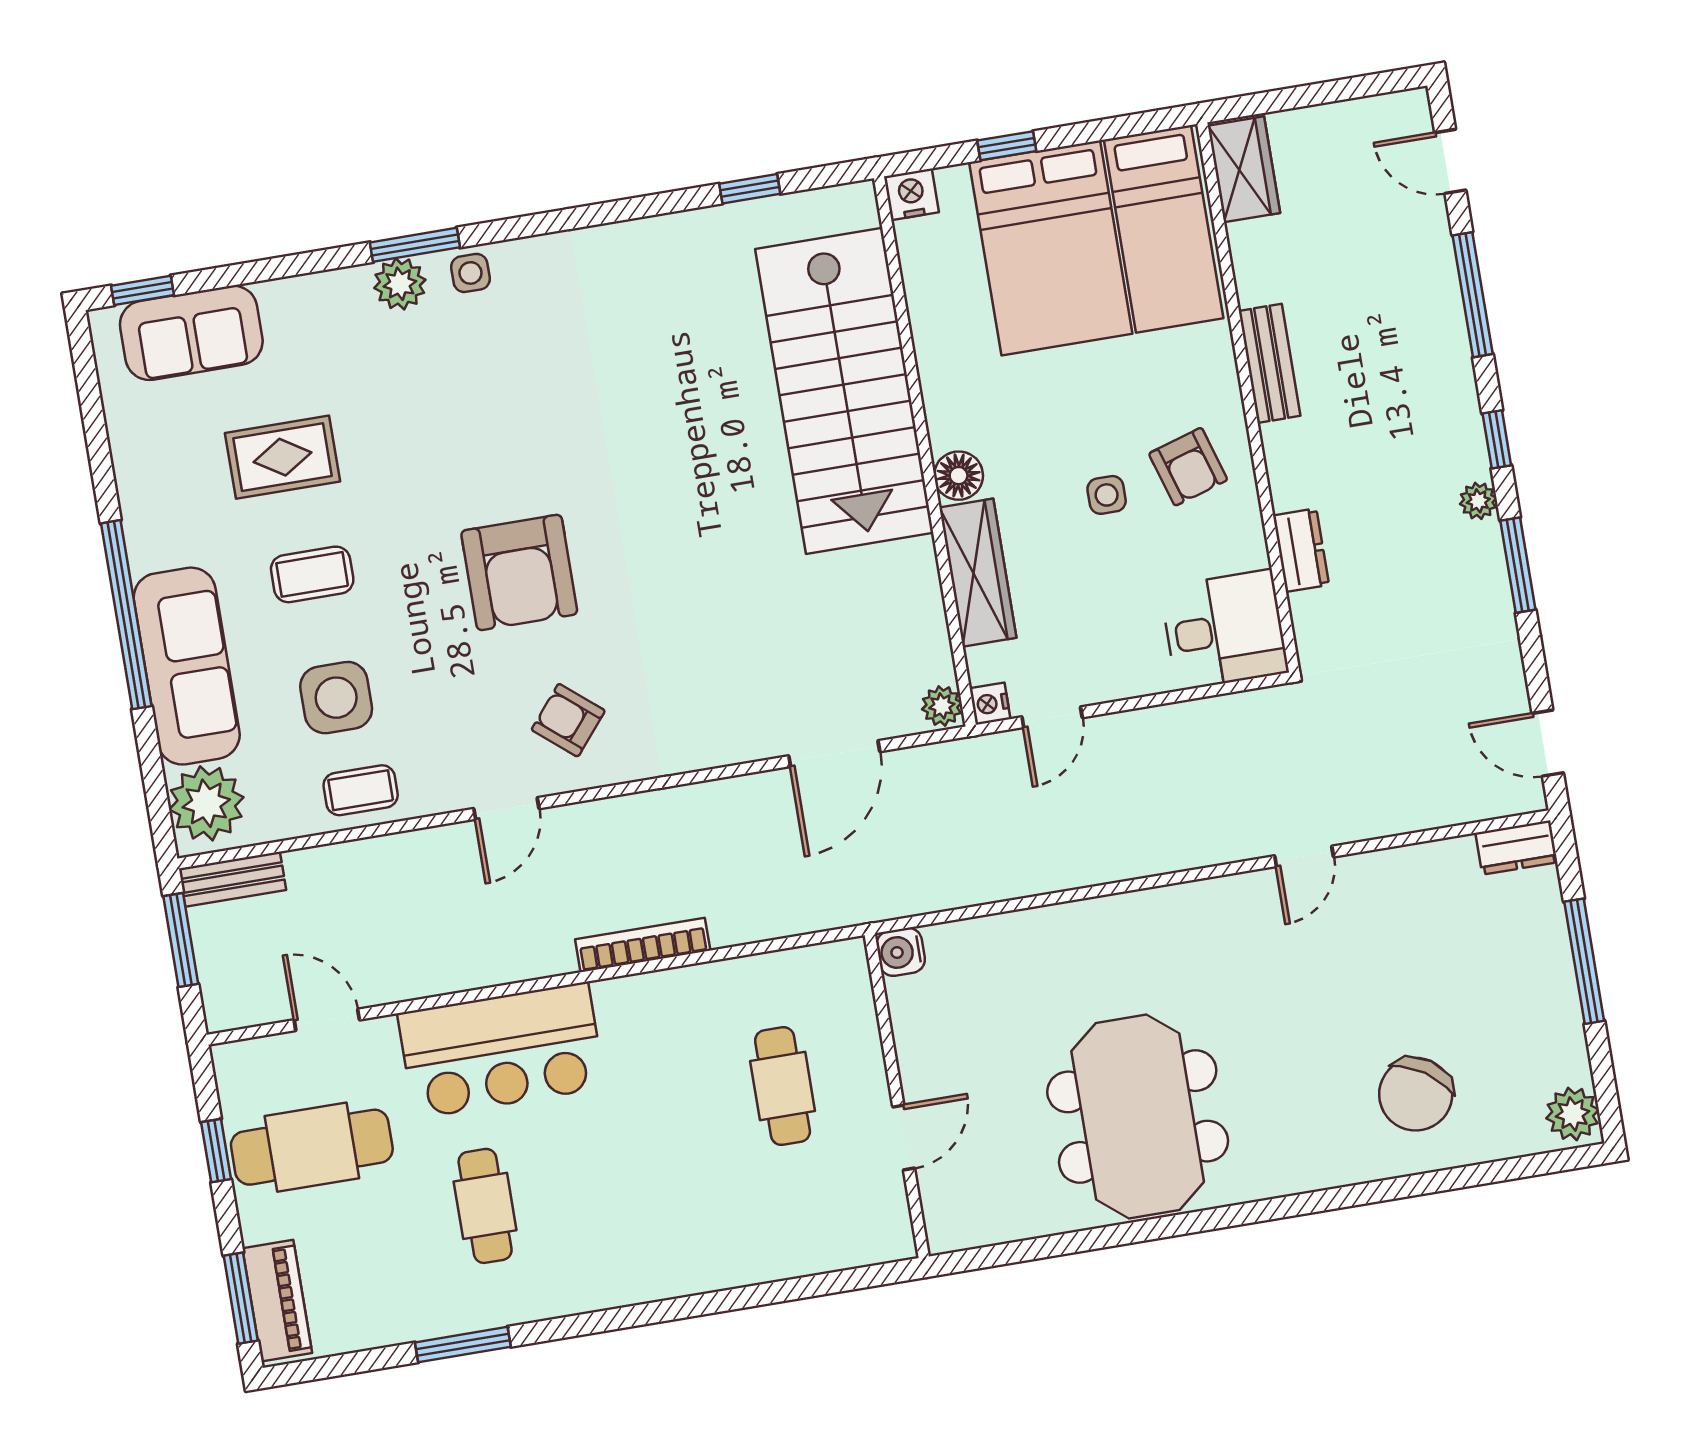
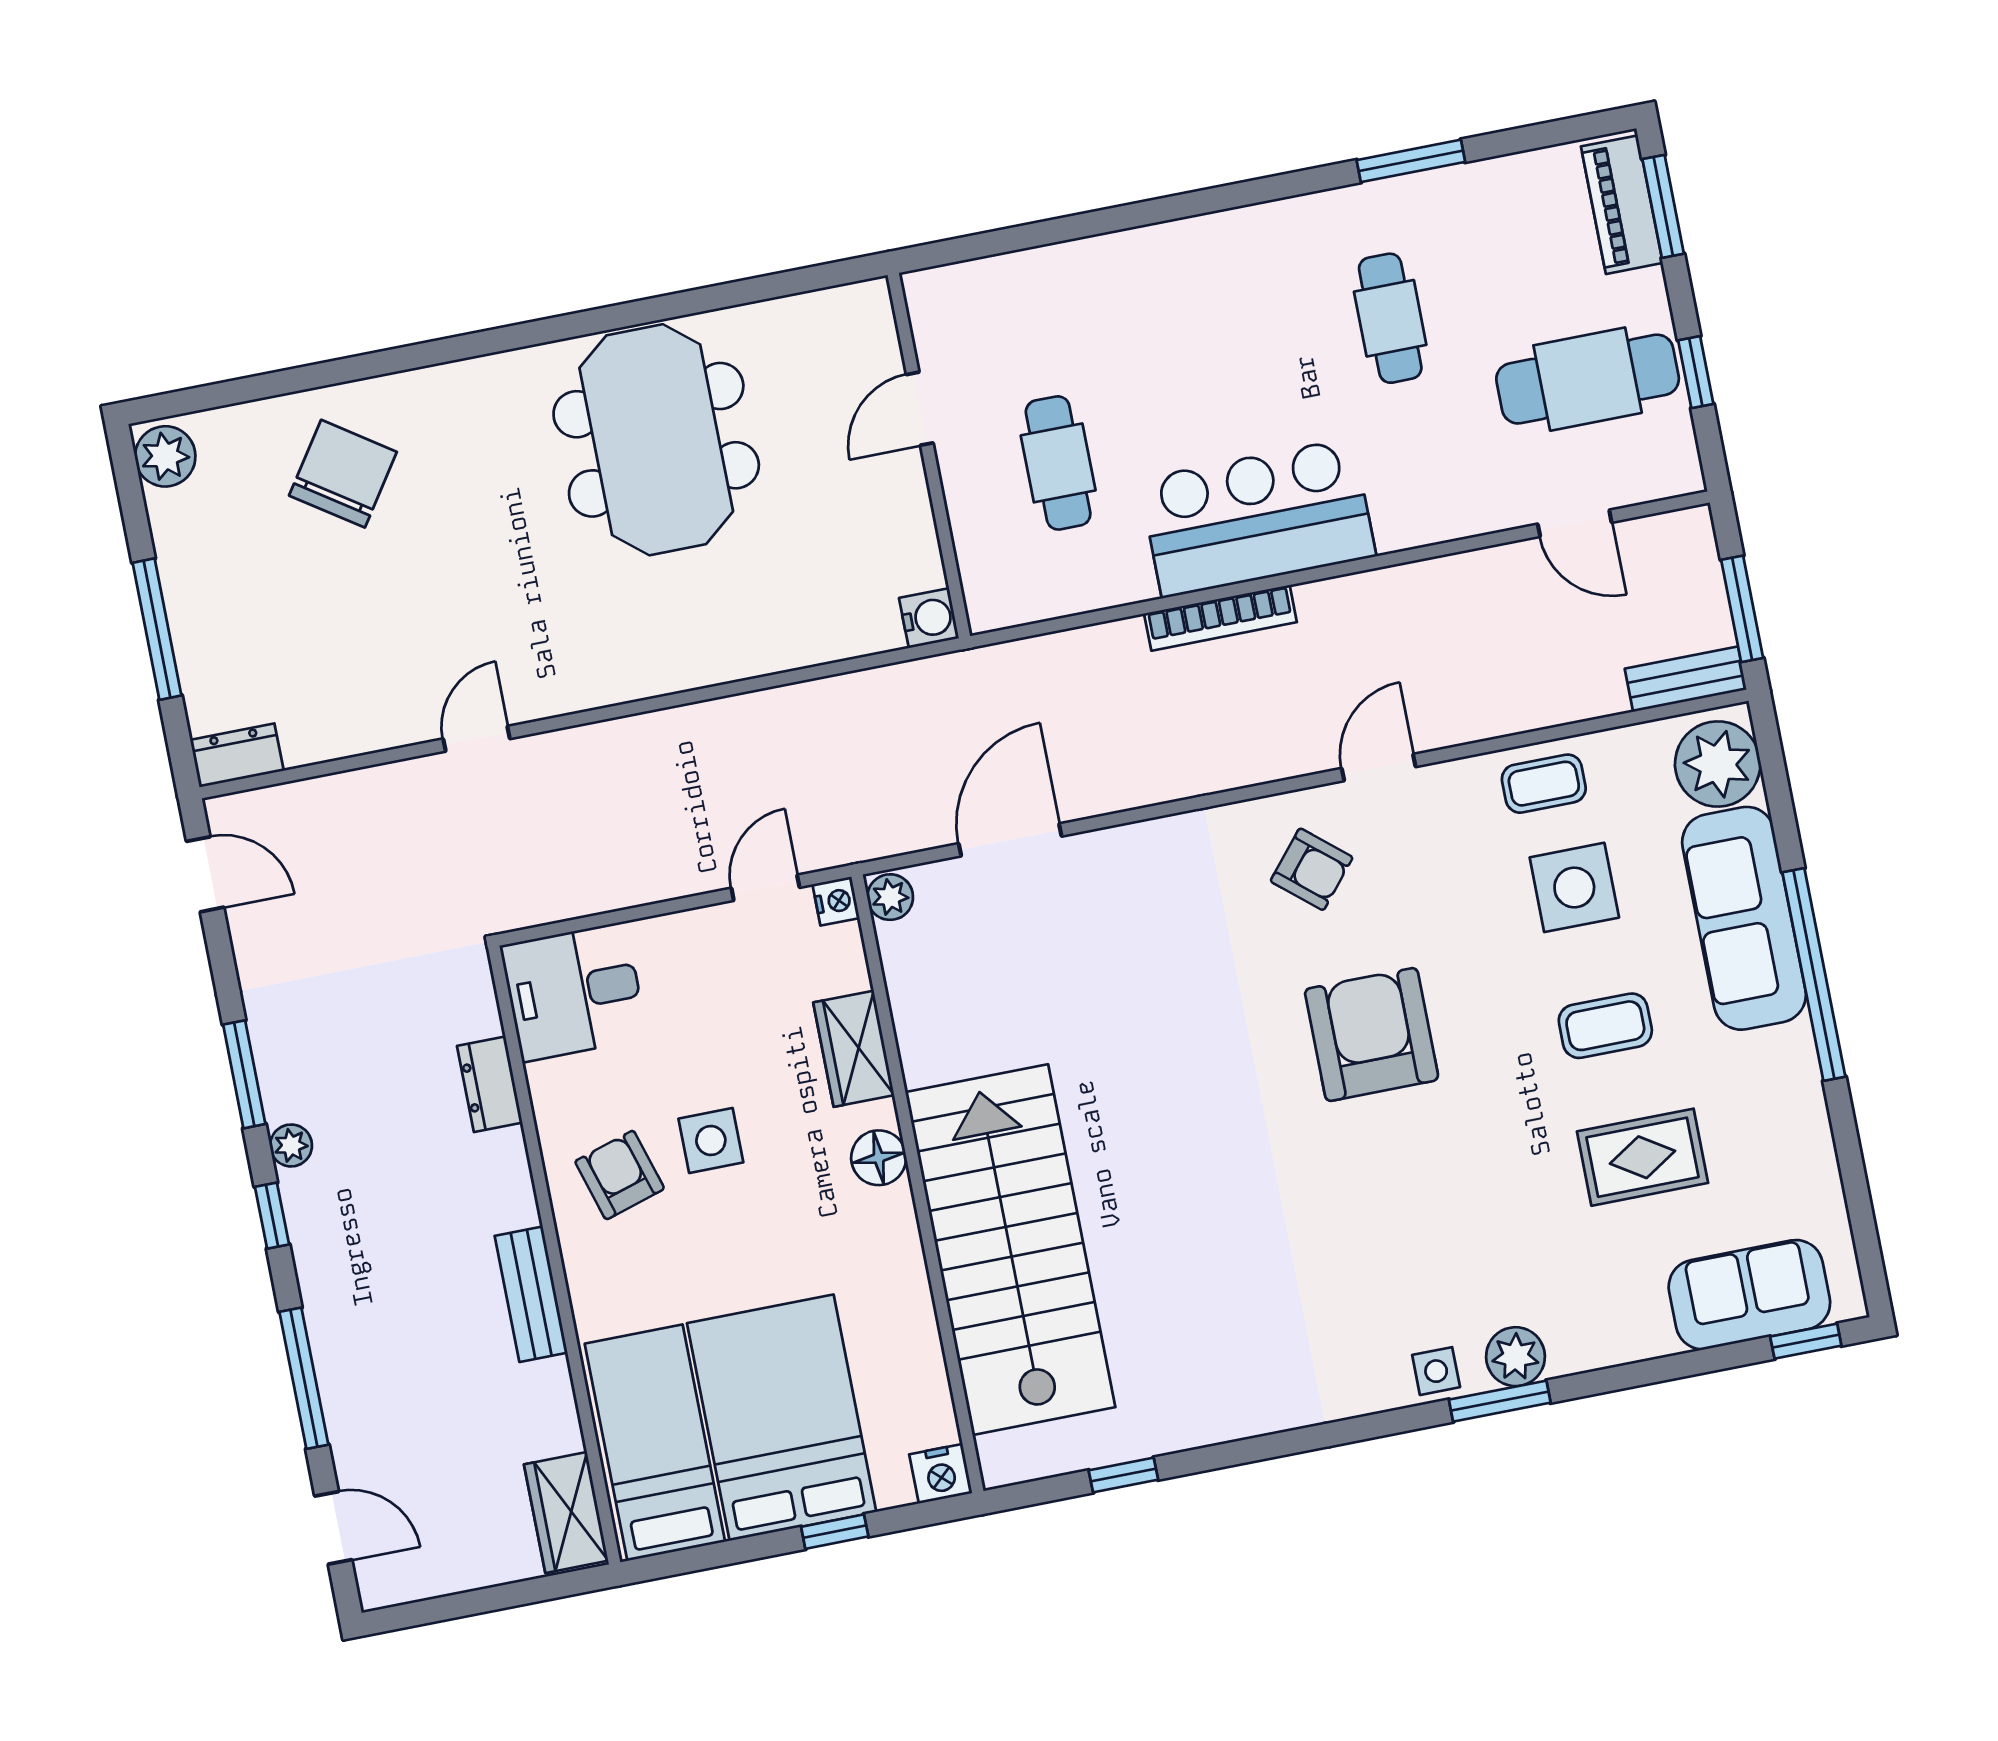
side table: (1107, 495) -> (711, 1140), width x1.37, depth x1.37
wardrobe: (978, 573) -> (854, 1049), width x0.67
bar counter: (501, 1050) -> (1258, 518), moved

